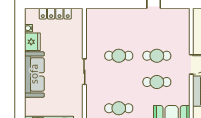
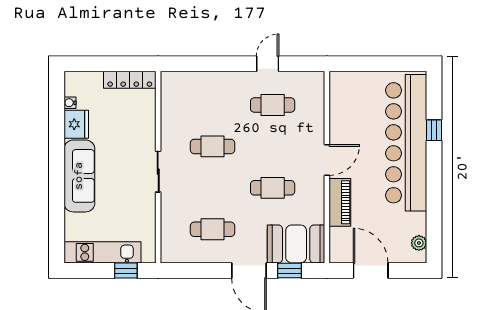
locker: (55, 14) -> (130, 80), moved
cafe table: (157, 56) -> (273, 105), moved

